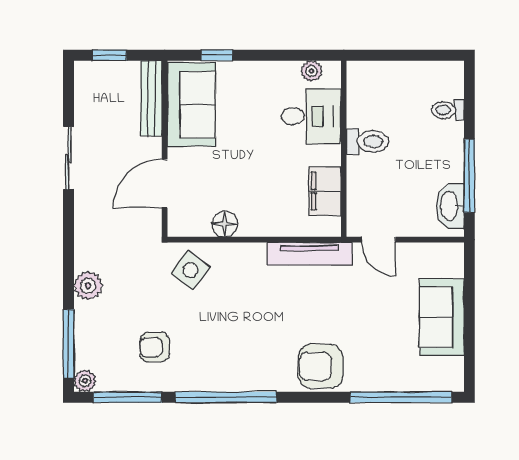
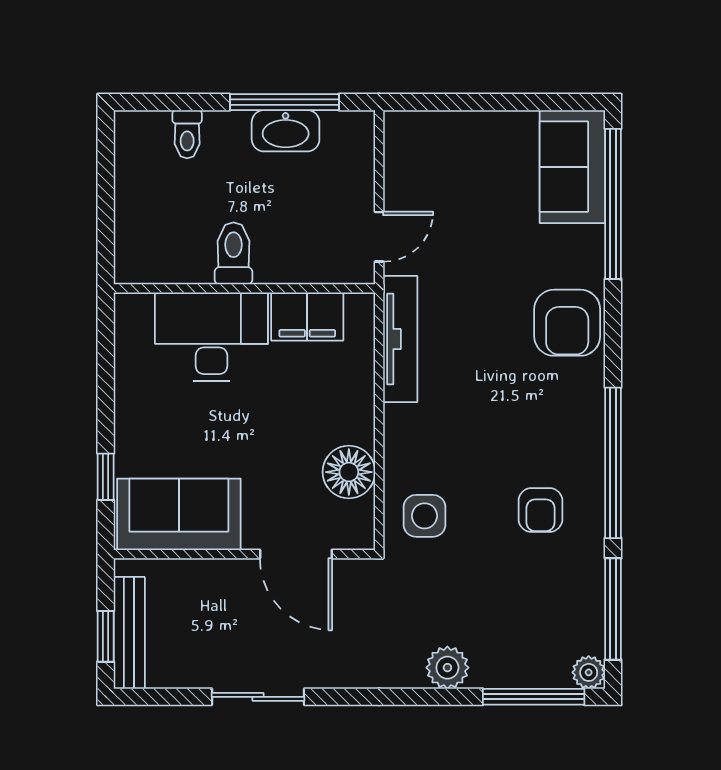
plant: (311, 71) -> (129, 336), removed
bench: (151, 98) -> (129, 633), moved, turned 90
desk: (311, 116) -> (211, 337), width x1.37
washbasin: (450, 206) -> (286, 131), moved
floor lamp: (225, 224) -> (349, 472), width x1.38, depth x1.38
side table: (190, 270) -> (425, 516), turned -38
sofa: (442, 317) -> (572, 167), moved, turned 90
armchair: (155, 347) -> (540, 510), moved

